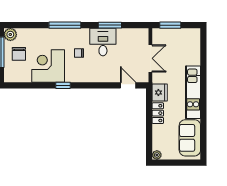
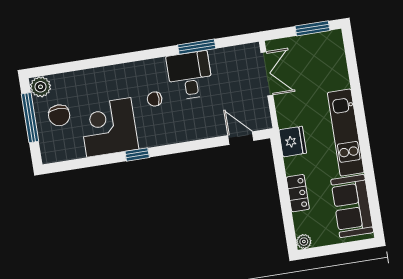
window: (65, 25) -> (125, 58), removed
window: (170, 25) -> (312, 28), moved
double door: (150, 58) -> (267, 74), moved
locker: (158, 113) -> (298, 193), moved

